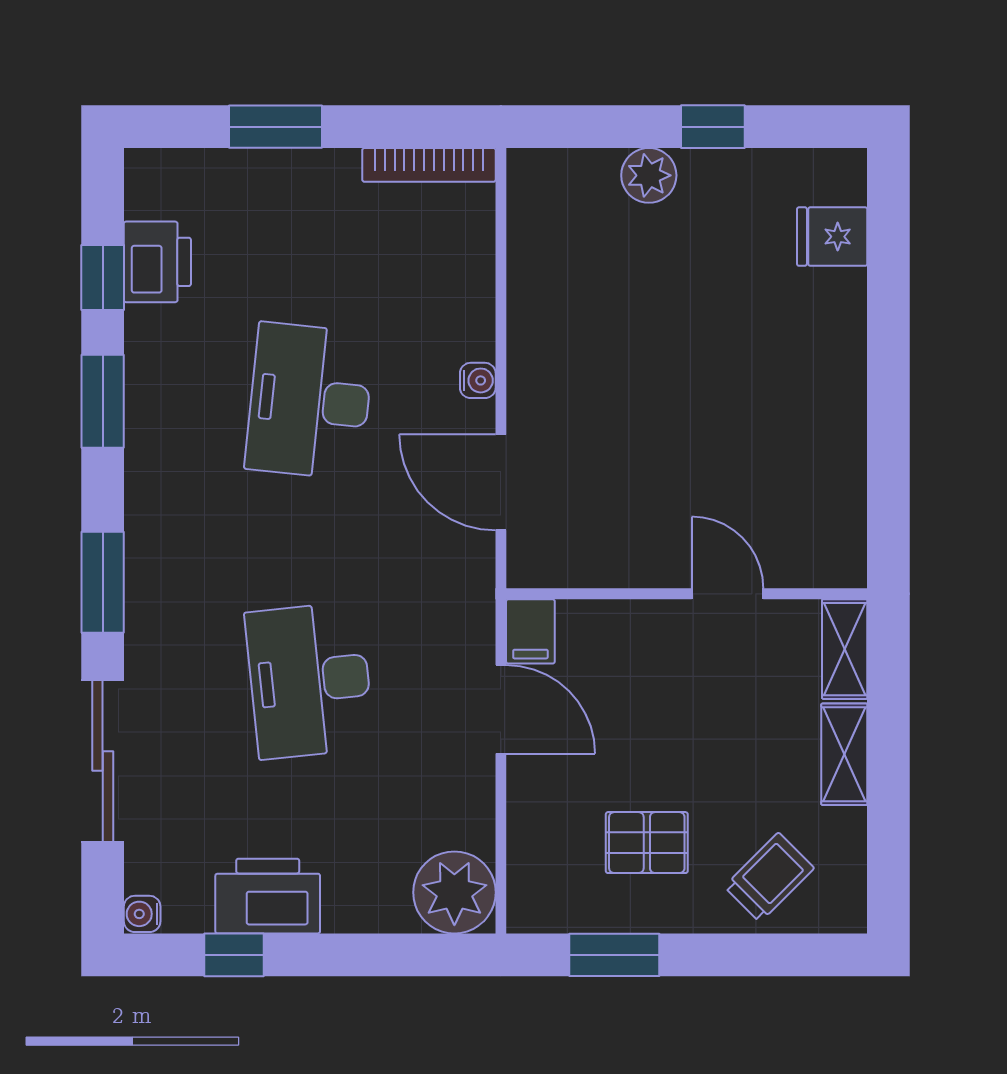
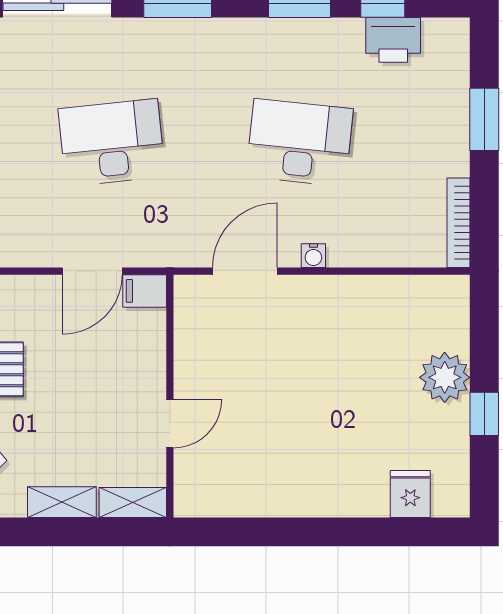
plant: (649, 175) -> (445, 377), width x1.36, depth x1.36

